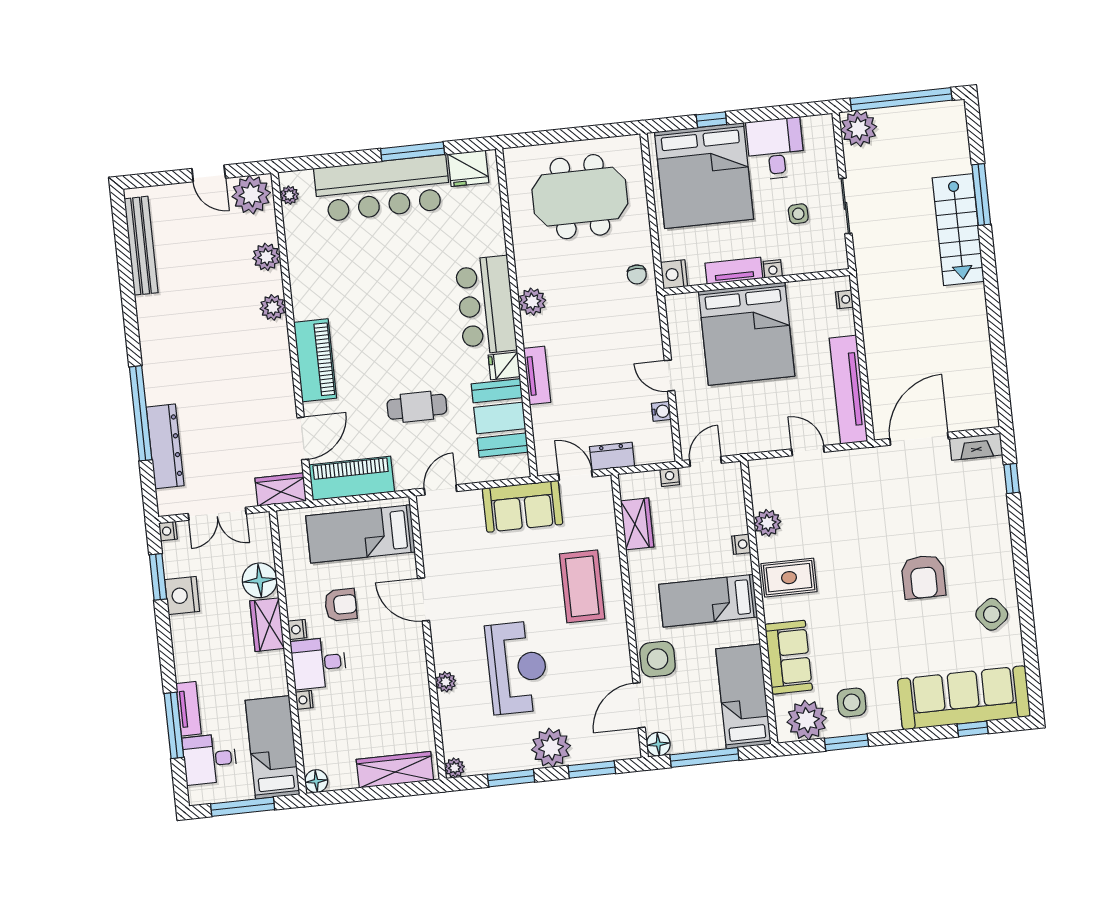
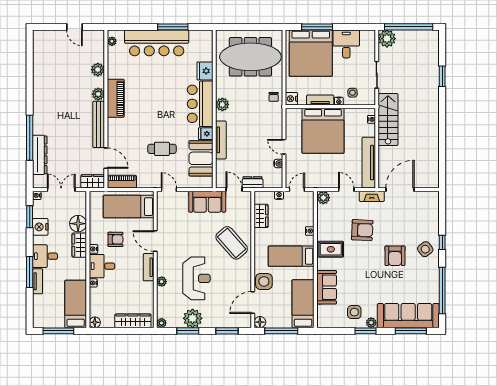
window: (711, 120) -> (317, 27), width x2.17
fridge: (468, 168) -> (205, 71), moved, turned 90
plant: (251, 195) -> (94, 39), removed
window: (981, 195) -> (442, 76), width x0.69
meeting table: (580, 197) -> (250, 57), width x1.36
side table: (798, 214) -> (353, 93), moved
stairs: (958, 230) -> (388, 120), moved, turned 180
bench: (141, 246) -> (99, 124), moved
piano: (315, 360) -> (116, 98), moved
tv unit: (537, 375) -> (221, 140), width x1.41
door: (303, 438) -> (106, 158), hinge flipped
fireplace: (976, 447) -> (372, 196), moved
piano: (352, 478) -> (122, 182), width x0.73, depth x0.75
window: (1012, 478) -> (442, 242), moved
door: (440, 490) -> (169, 190), hinge flipped
double door: (217, 514) -> (61, 190), swing flipped
plant: (768, 523) -> (323, 198), moved
armchair: (850, 531) -> (362, 230), added
coffee table: (582, 586) -> (232, 243), turned -41
side table: (992, 614) -> (425, 249), moved
window: (1029, 638) -> (442, 290), added
tv unit: (415, 655) -> (149, 267), added
plant: (807, 720) -> (371, 323), moved, width x0.53, depth x0.53
window: (174, 725) -> (30, 272), moved
window: (973, 729) -> (411, 331), width x2.17
window: (847, 742) -> (366, 331), moved
plant: (551, 748) -> (193, 318), moved
desk: (210, 759) -> (45, 256), moved

